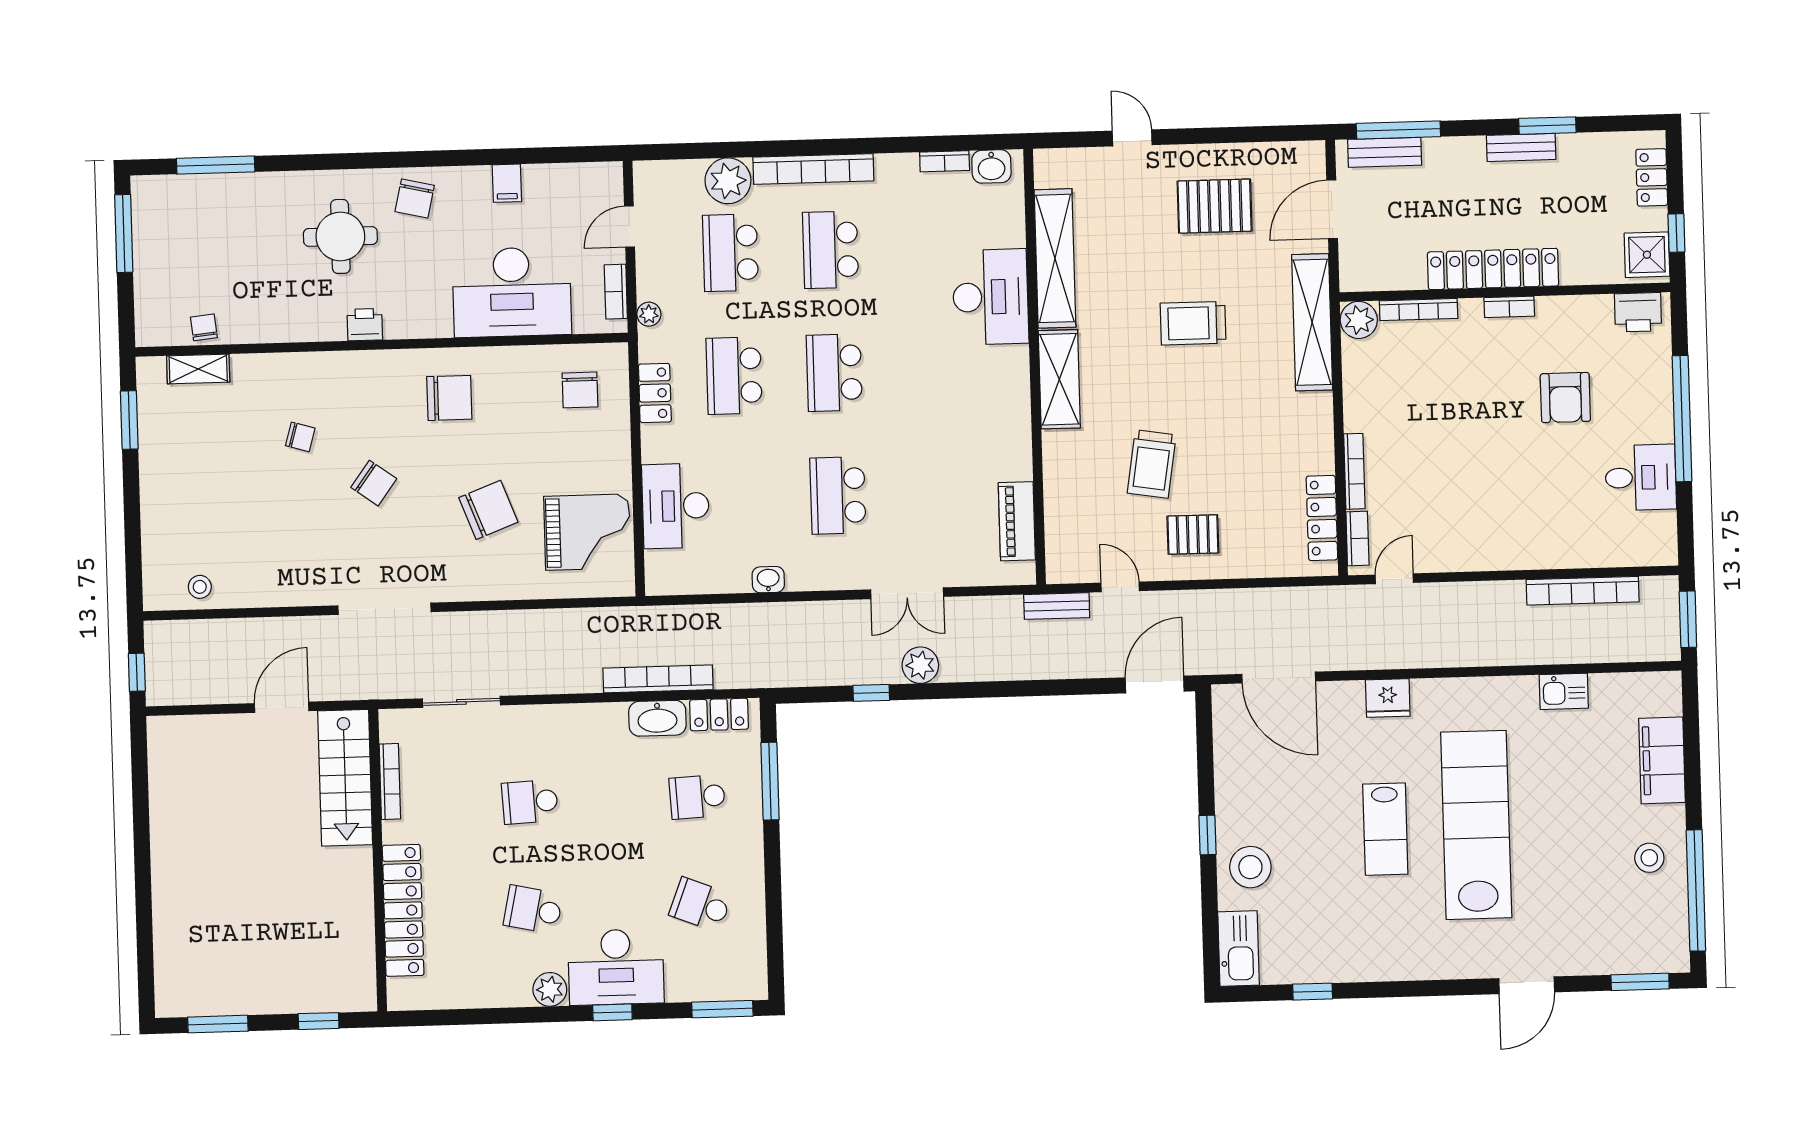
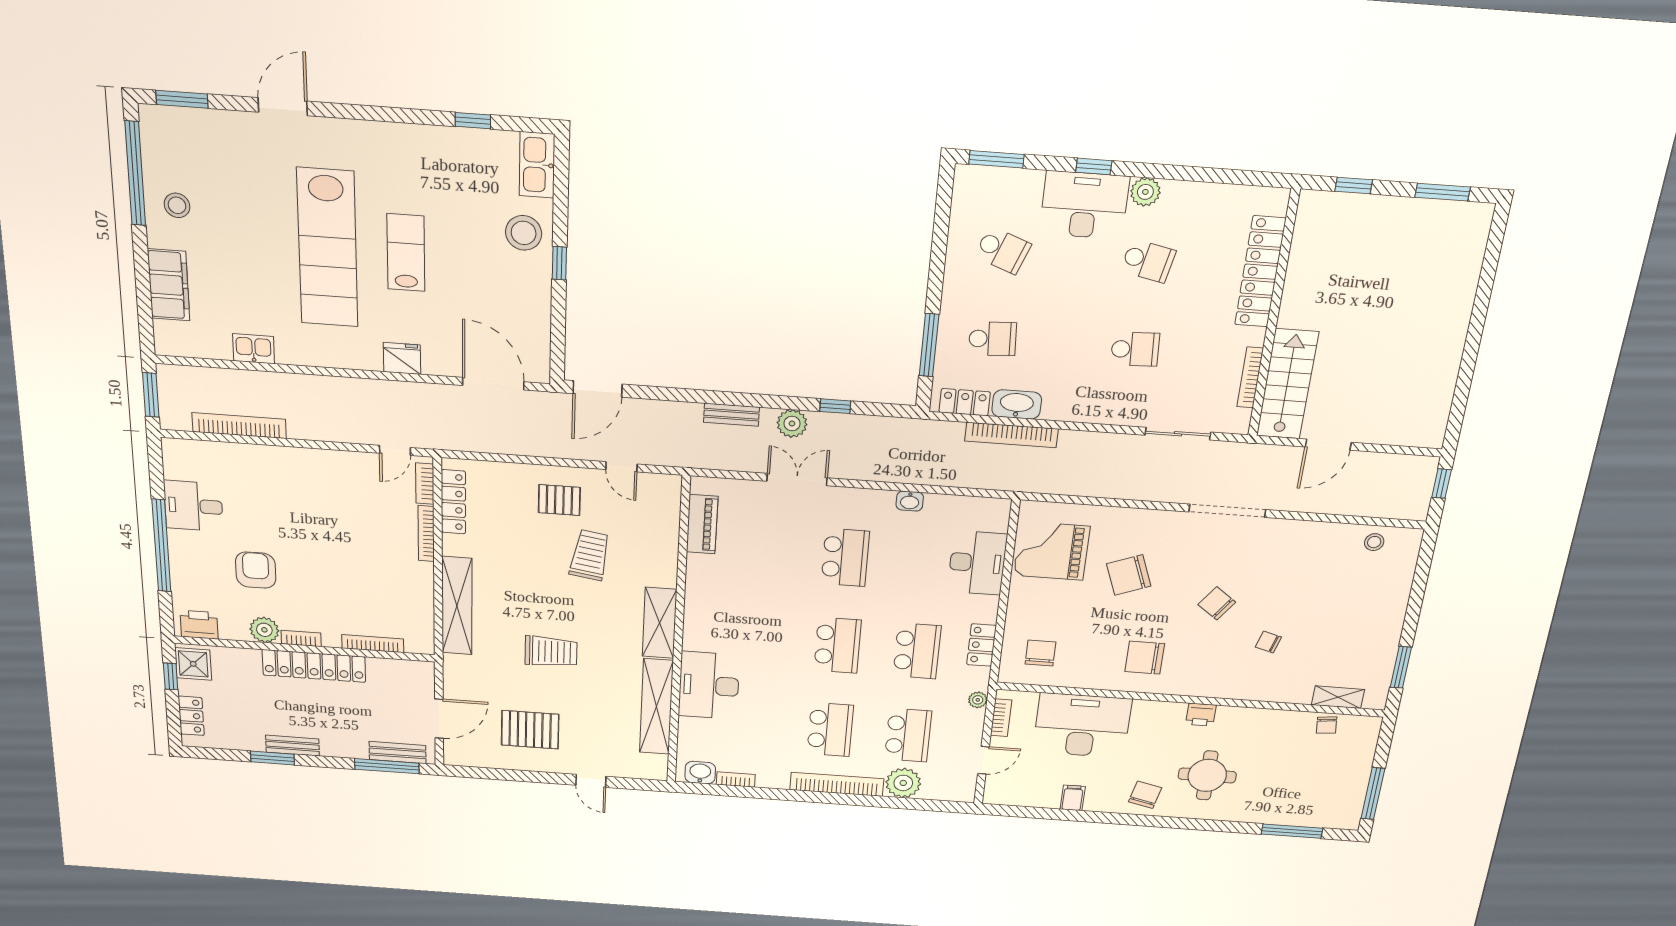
plant: (1359, 320) -> (264, 630), moved
shelving: (1312, 322) -> (457, 606), moved
bench: (1057, 606) -> (731, 415), moved

